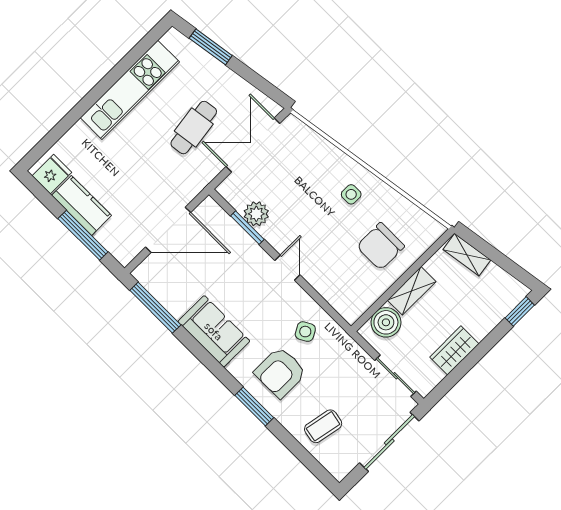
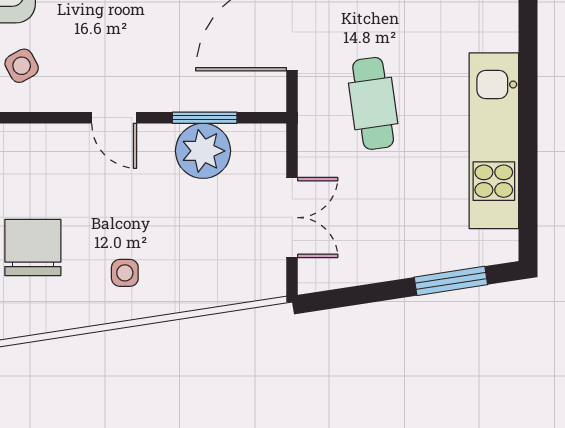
cafe table: (194, 128) -> (373, 103), moved
double door: (253, 145) -> (292, 218), width x0.73
plant: (256, 214) -> (203, 151), width x1.36, depth x1.36

